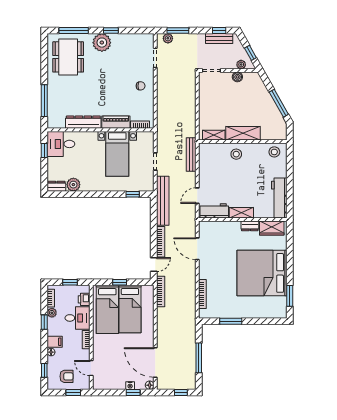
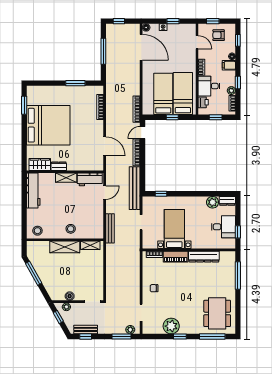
plant: (102, 43) -> (171, 326), moved
desk: (61, 144) -> (223, 227), moved
window: (133, 392) -> (173, 21), moved

